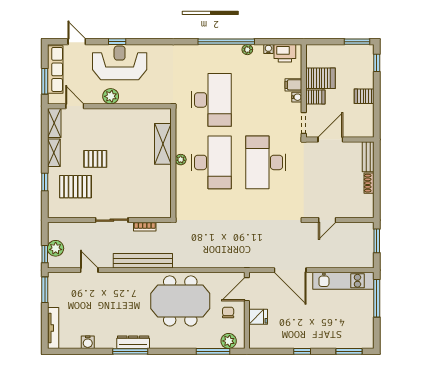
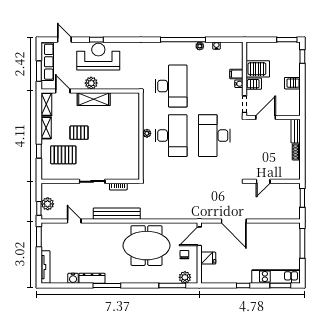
printer: (285, 53) -> (230, 49), removed
shelving: (163, 144) -> (94, 99), moved, turned 90
kitchen unit: (343, 281) -> (276, 277), moved, turned 180
dresser: (133, 342) -> (92, 278), moved

